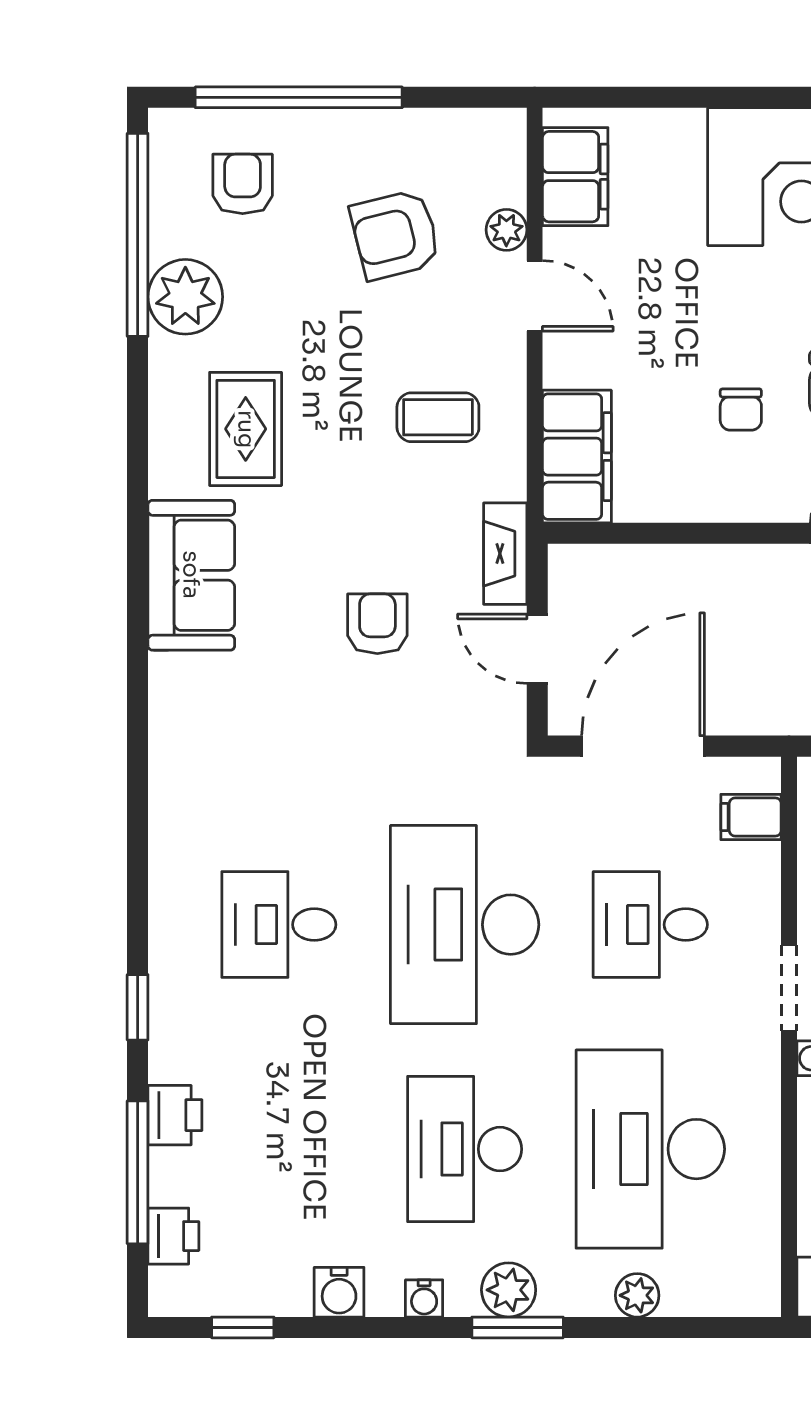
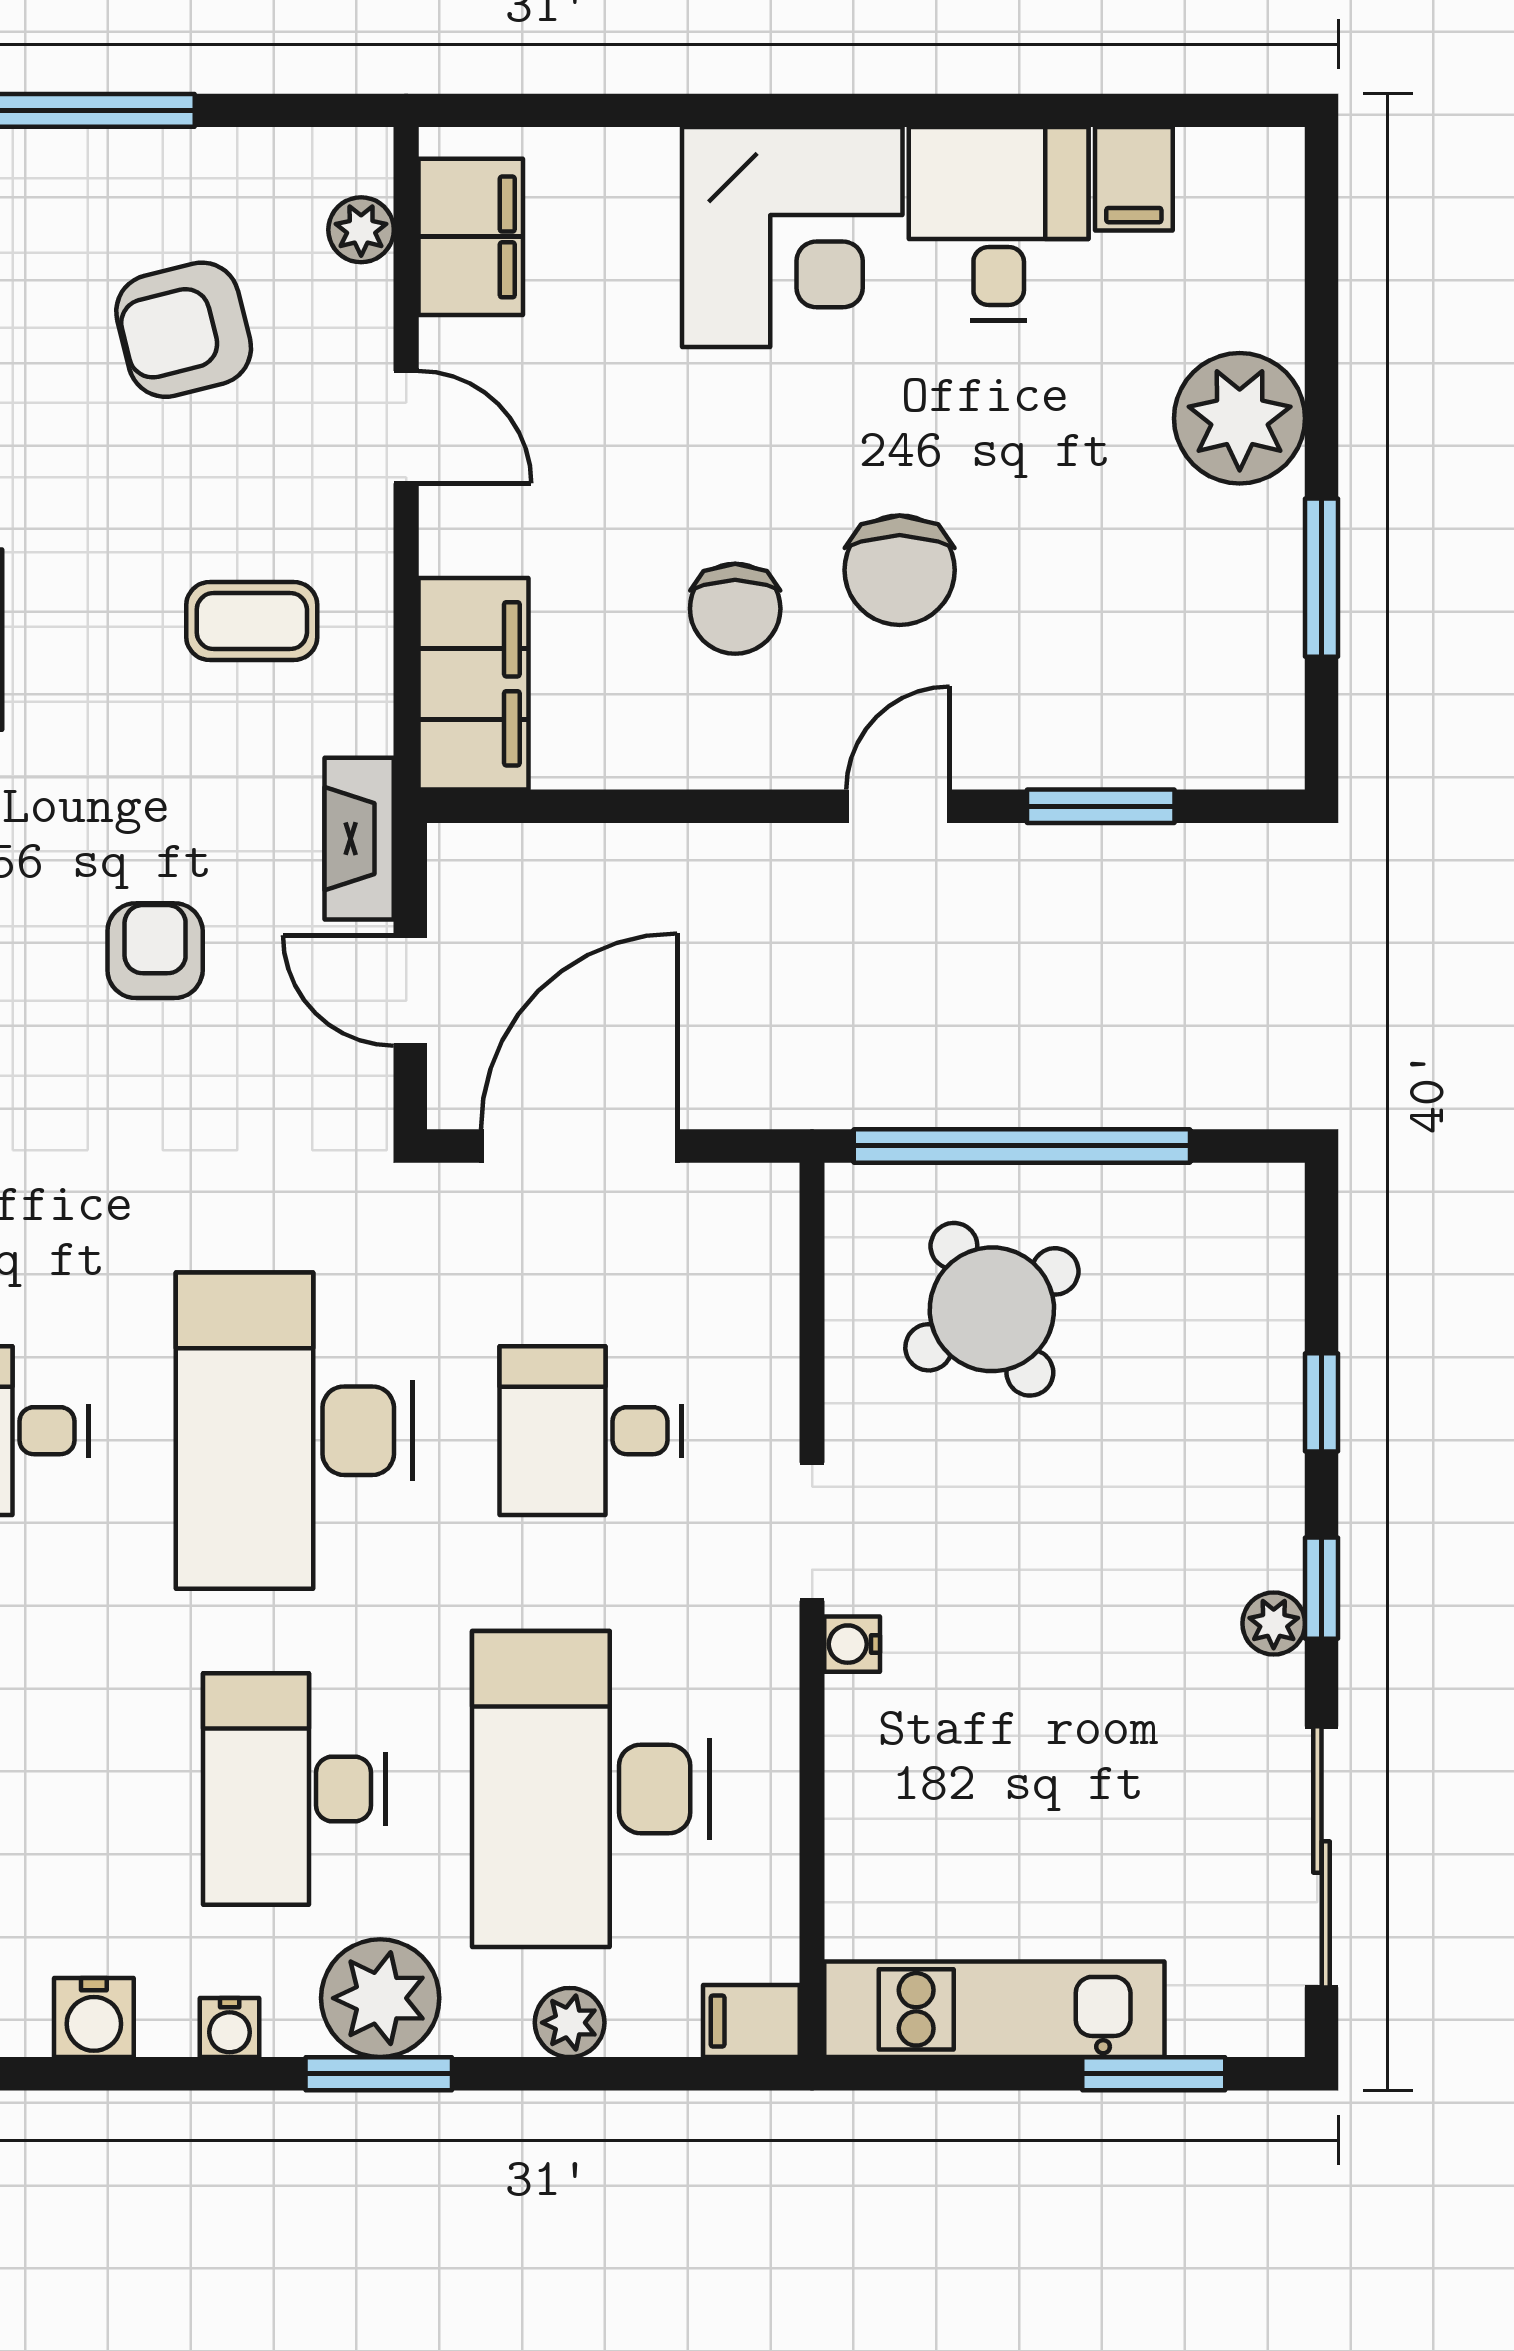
plant: (506, 230) -> (361, 230), moved
chair: (741, 410) -> (735, 609), width x1.37, depth x1.37
filing cabinet: (751, 817) -> (751, 2021), moved
plant: (509, 1290) -> (380, 1998), width x1.36, depth x1.36

